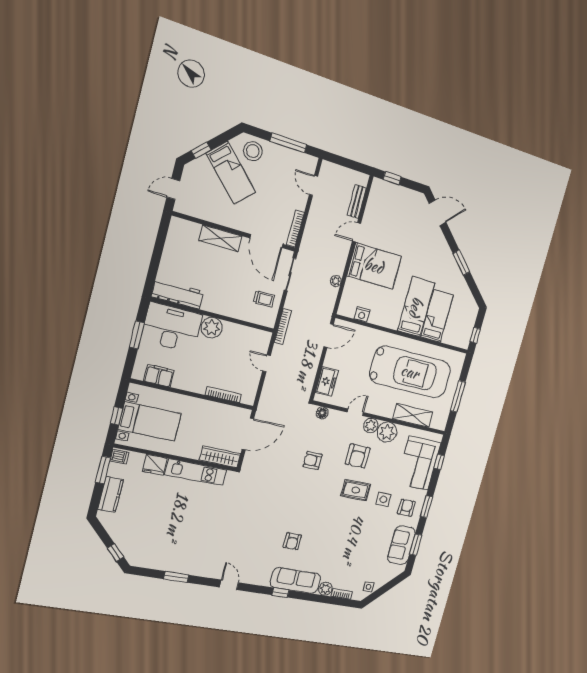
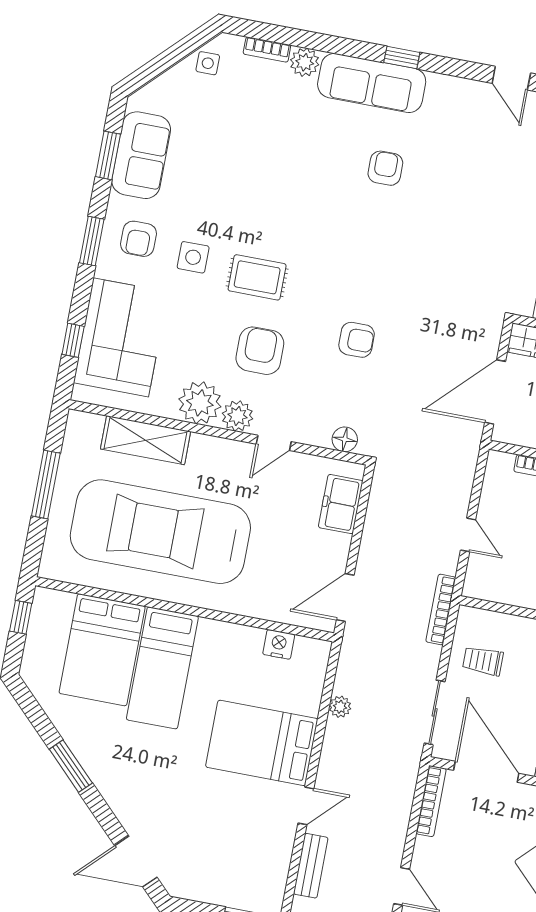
bed: (437, 316) -> (102, 650), width x1.50

